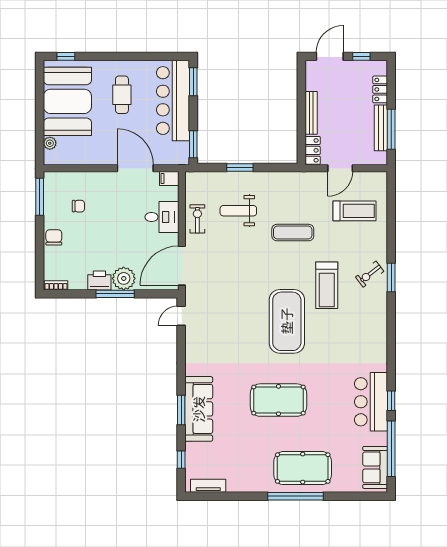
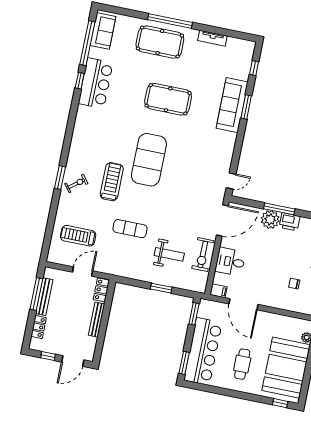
exercise bike: (197, 219) -> (203, 255), width x1.38, depth x1.39
tv unit: (208, 486) -> (212, 38), moved

